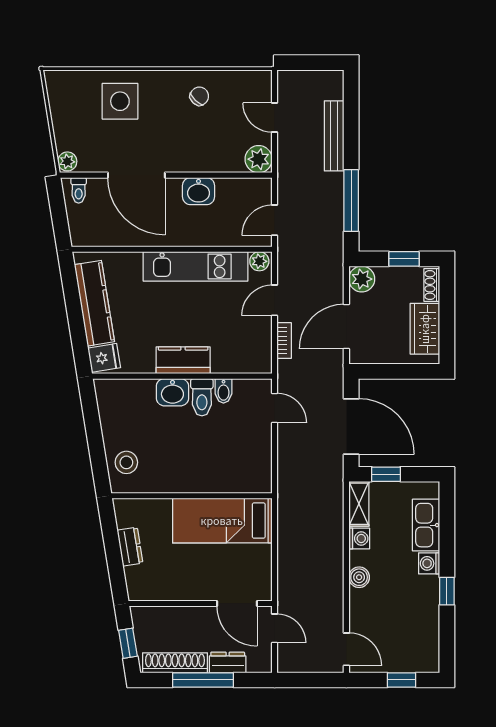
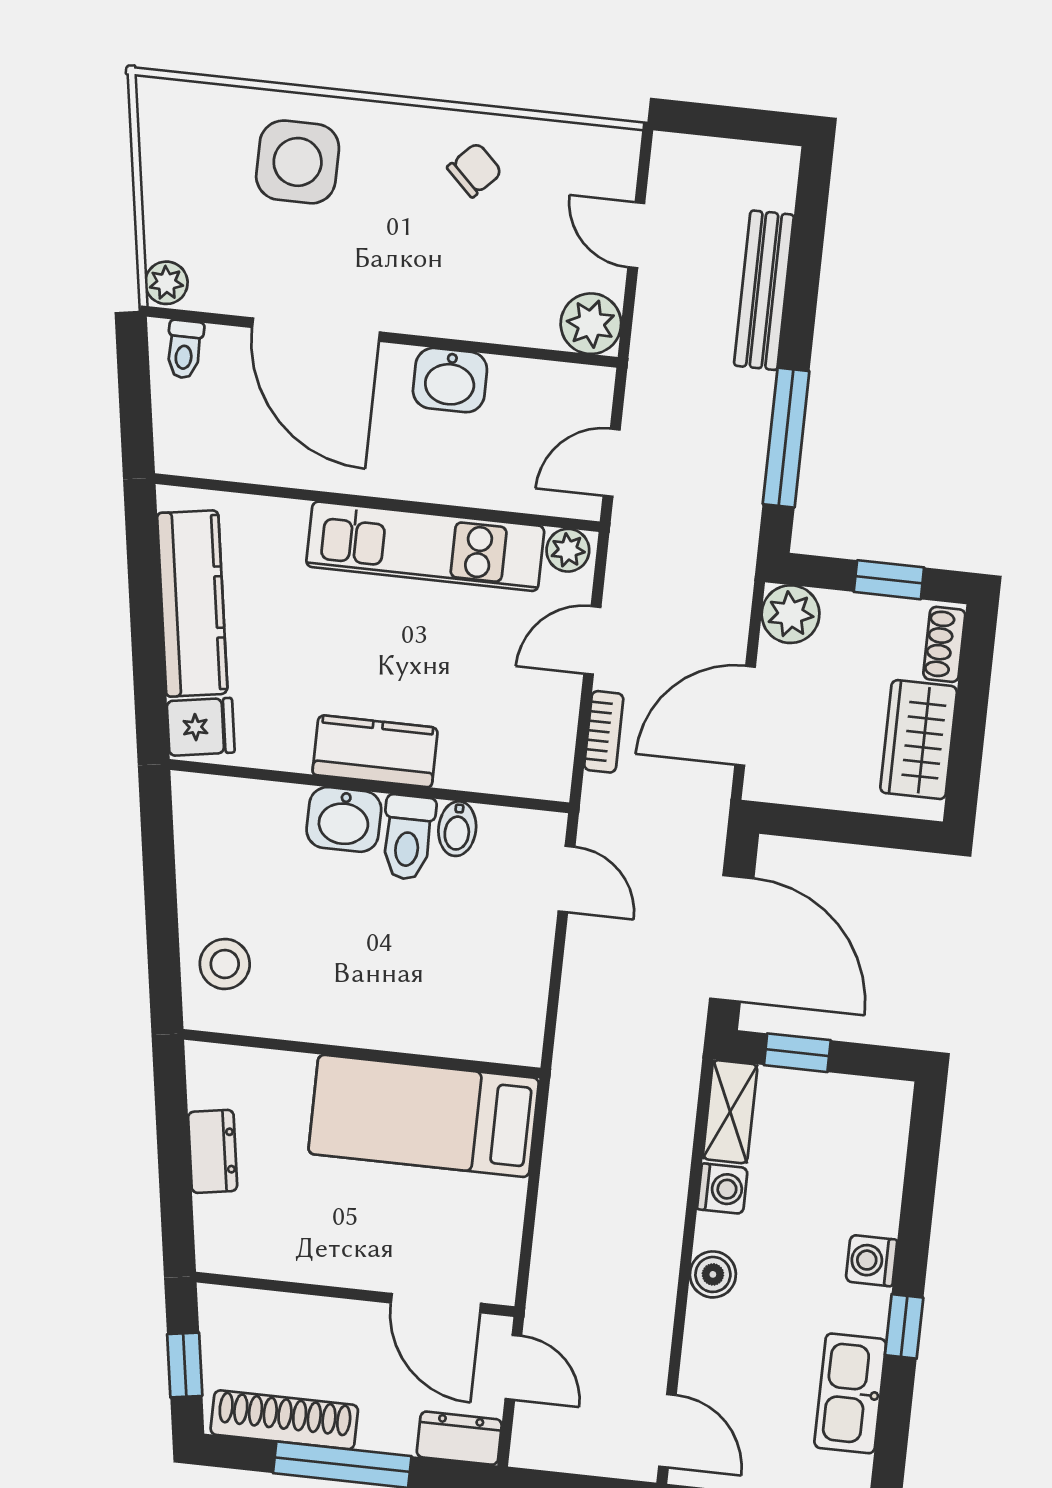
kitchen sink: (426, 525) -> (850, 1393), moved
dresser: (228, 663) -> (459, 1438), moved

